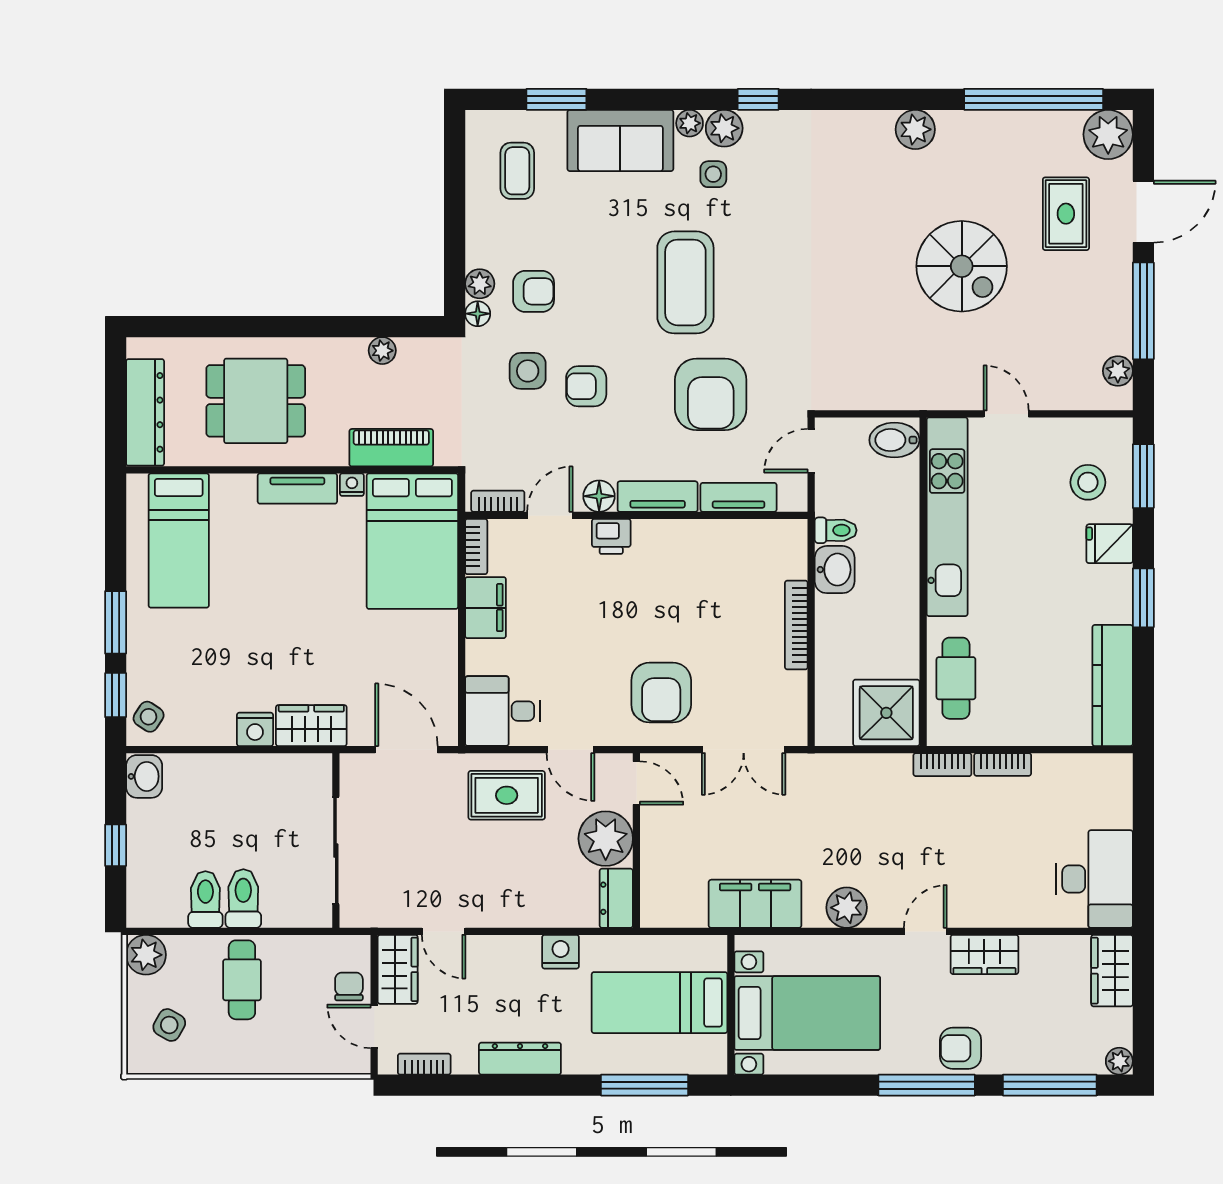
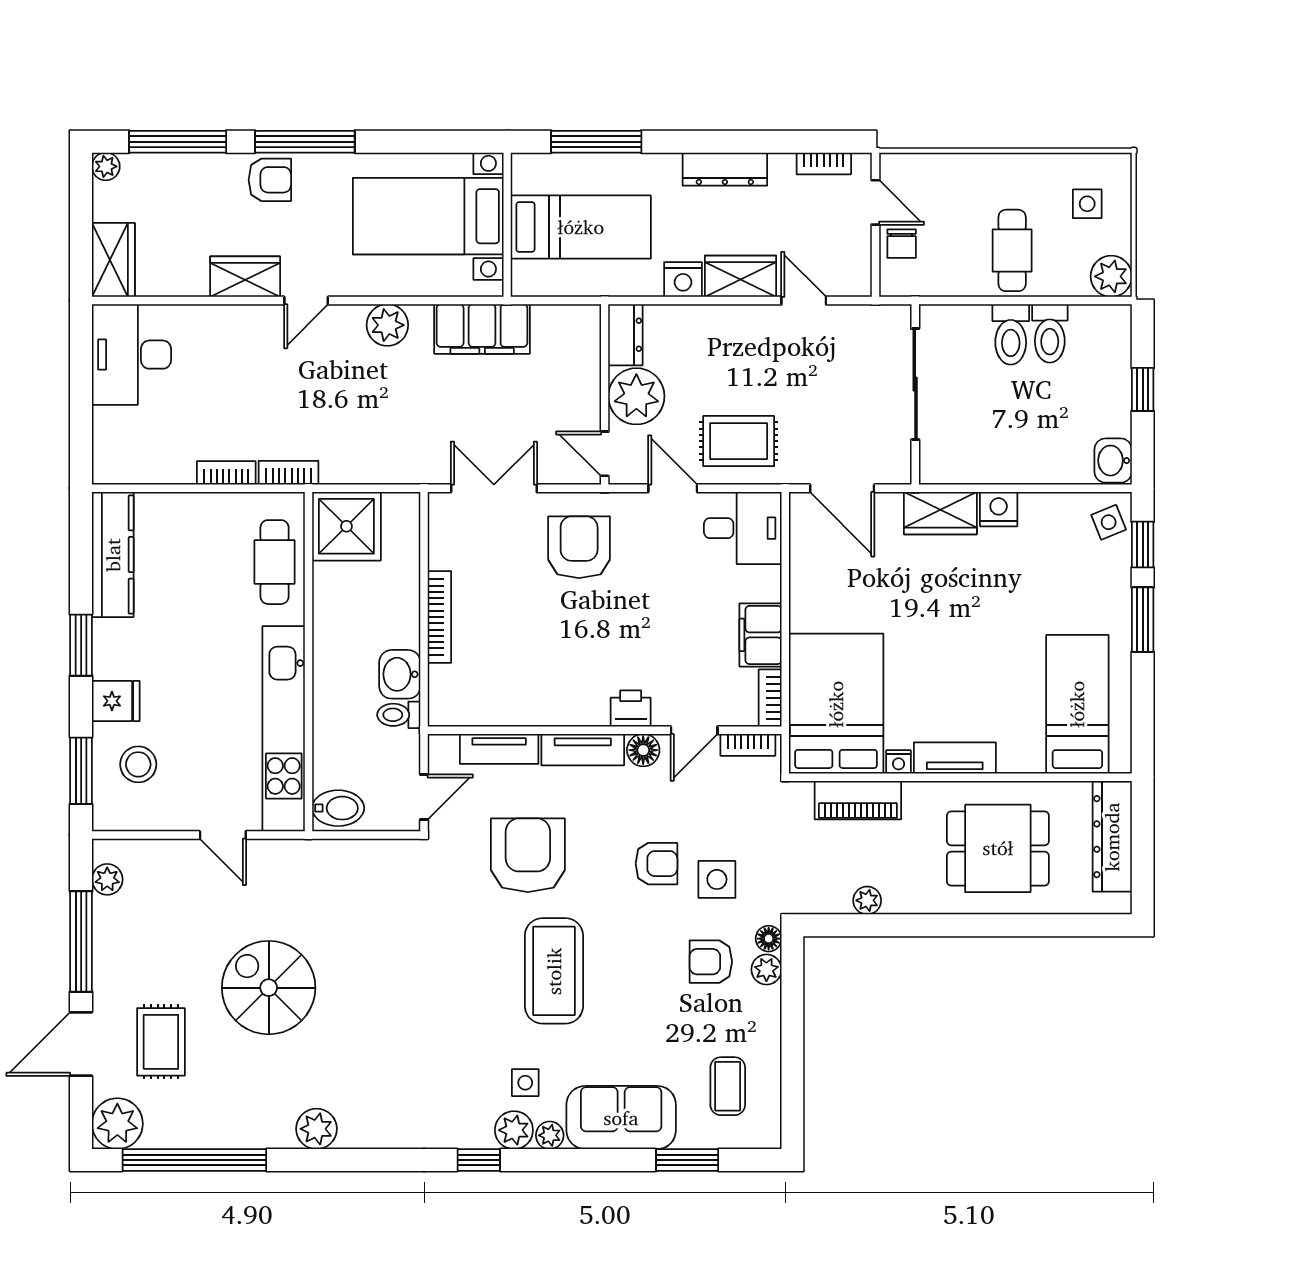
side table: (149, 717) -> (1109, 522), turned 35
wardrobe: (398, 969) -> (740, 276), moved, turned 90
side table: (169, 1025) -> (1087, 204), turned -30

